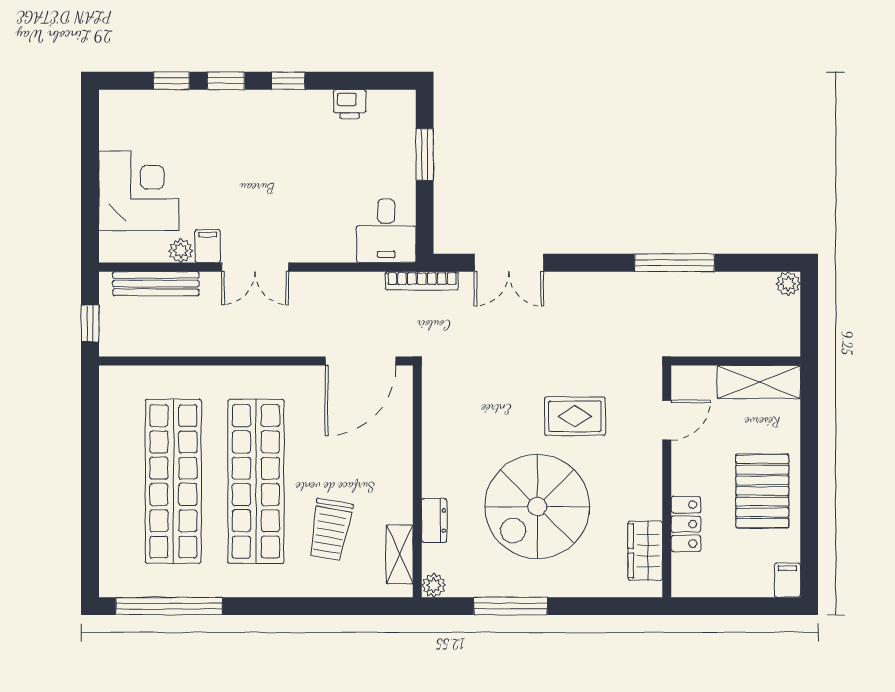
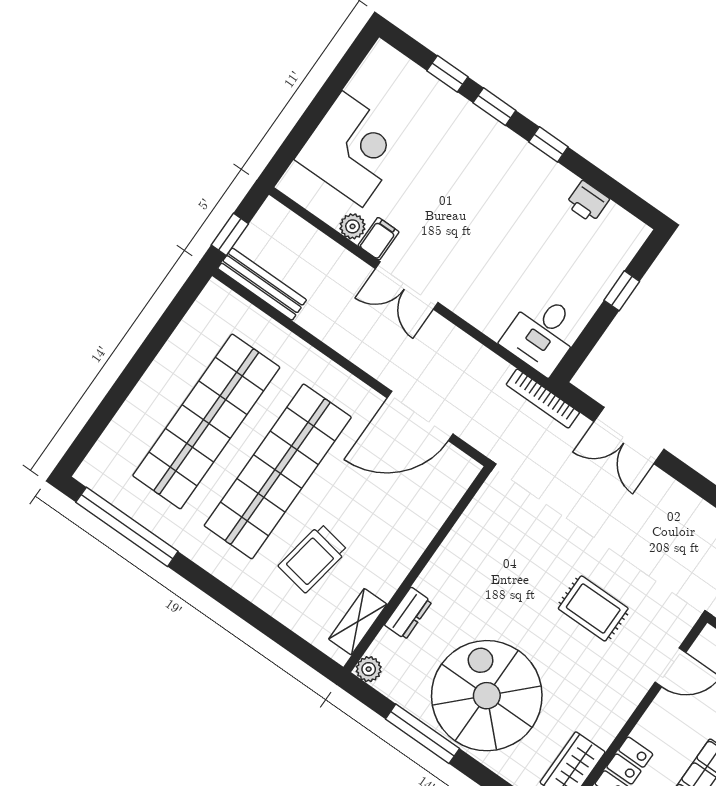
window: (425, 154) -> (622, 291), width x0.67
bench: (156, 284) -> (262, 284), moved
door: (361, 361) -> (420, 416), moved
spiral stairs: (537, 506) -> (487, 696), moved, turned 90

